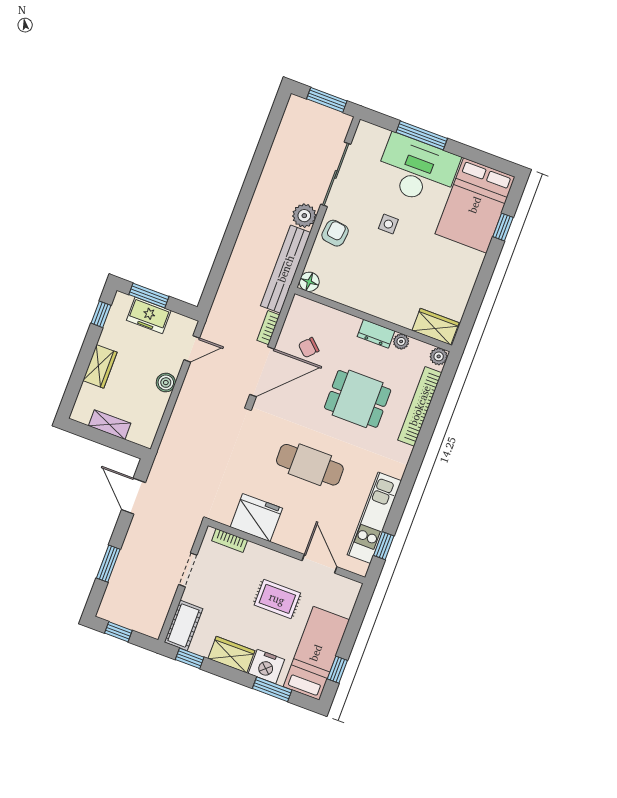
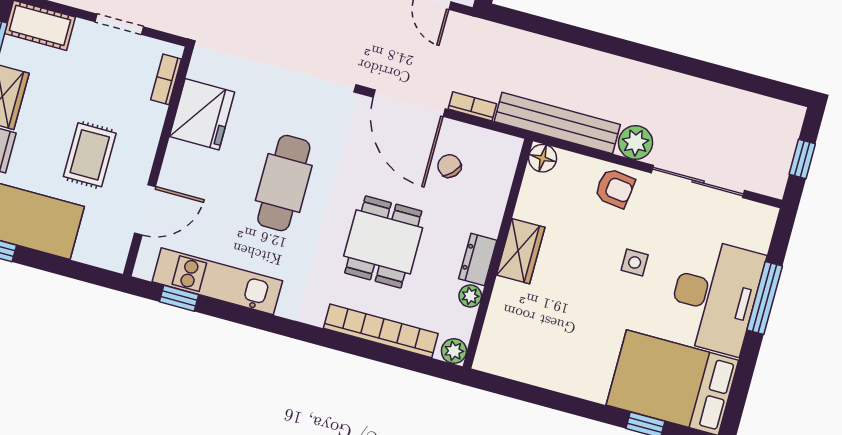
window: (327, 100) -> (802, 159), width x0.67
wardrobe: (436, 327) -> (521, 251), moved

